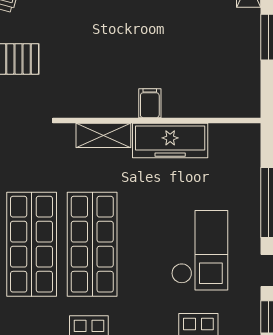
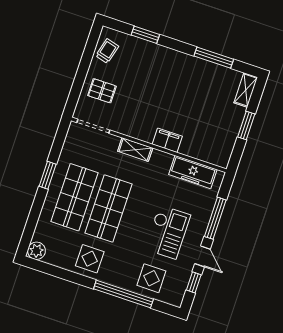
filing cabinet: (150, 103) -> (167, 140), width x2.00
freezer: (170, 140) -> (193, 172), moved

